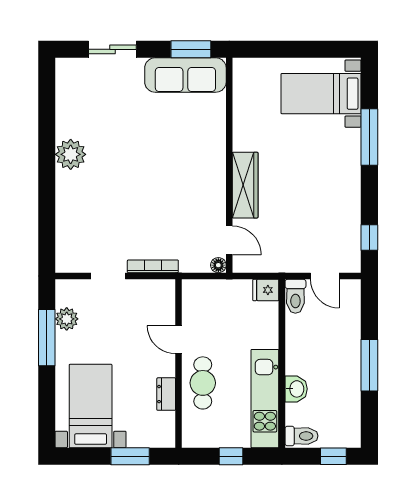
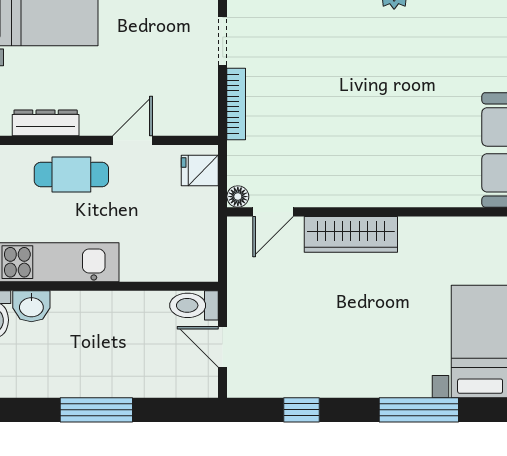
window: (369, 238) -> (301, 410), moved
door: (325, 276) -> (223, 347), hinge flipped
fridge: (266, 290) -> (200, 171), moved, turned -90
washbasin: (296, 389) -> (31, 306), moved
dresser: (166, 394) -> (46, 123), width x1.44

